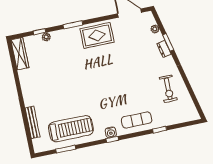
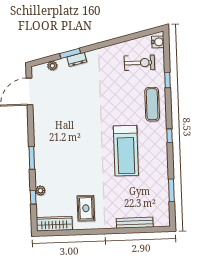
rug: (97, 35) -> (86, 208), moved, width x0.73, depth x0.70
exercise bike: (168, 89) -> (139, 63), moved
treadmill: (71, 129) -> (126, 151), moved, turned 180
water cooler: (111, 132) -> (158, 42), moved

